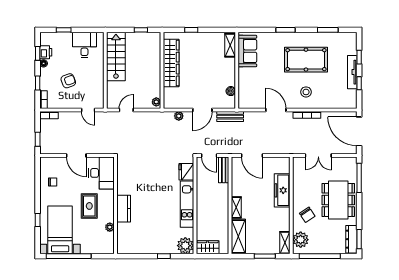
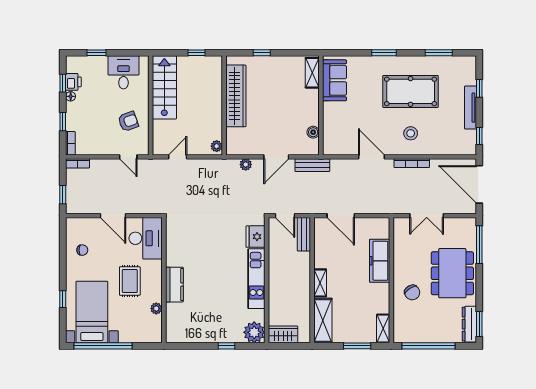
armchair: (68, 81) -> (128, 121), moved
window: (359, 83) -> (479, 136), moved
plant: (301, 240) -> (404, 325), removed

